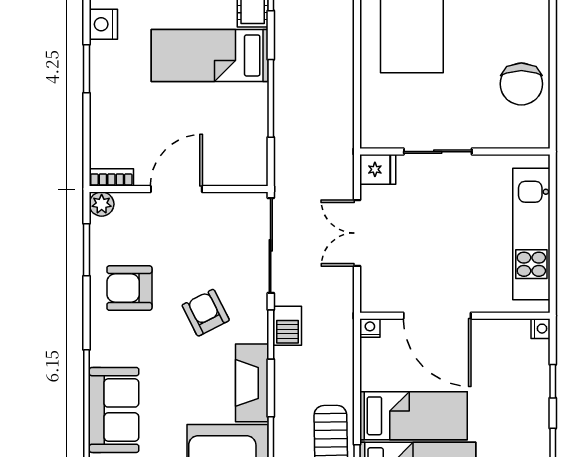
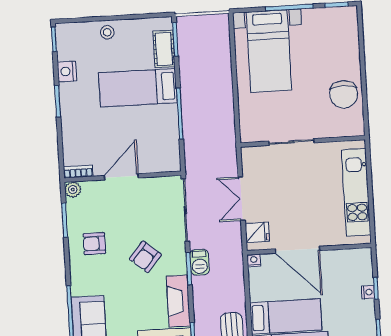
fridge: (378, 169) -> (257, 232), moved
armchair: (129, 288) -> (94, 244), width x0.72, depth x0.72
armchair: (206, 313) -> (145, 257), turned -113
nightstand: (540, 329) -> (368, 292), moved

